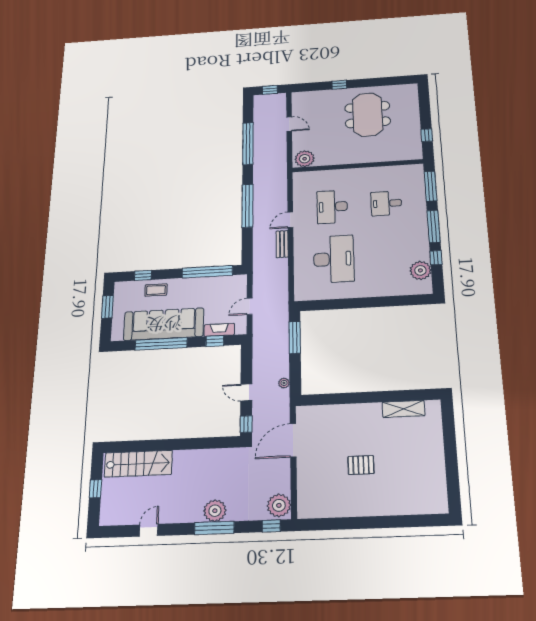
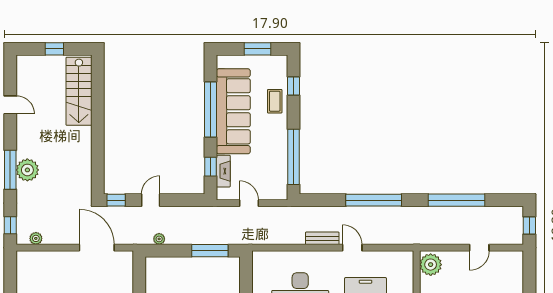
plant: (279, 505) -> (36, 238), width x0.53, depth x0.53

